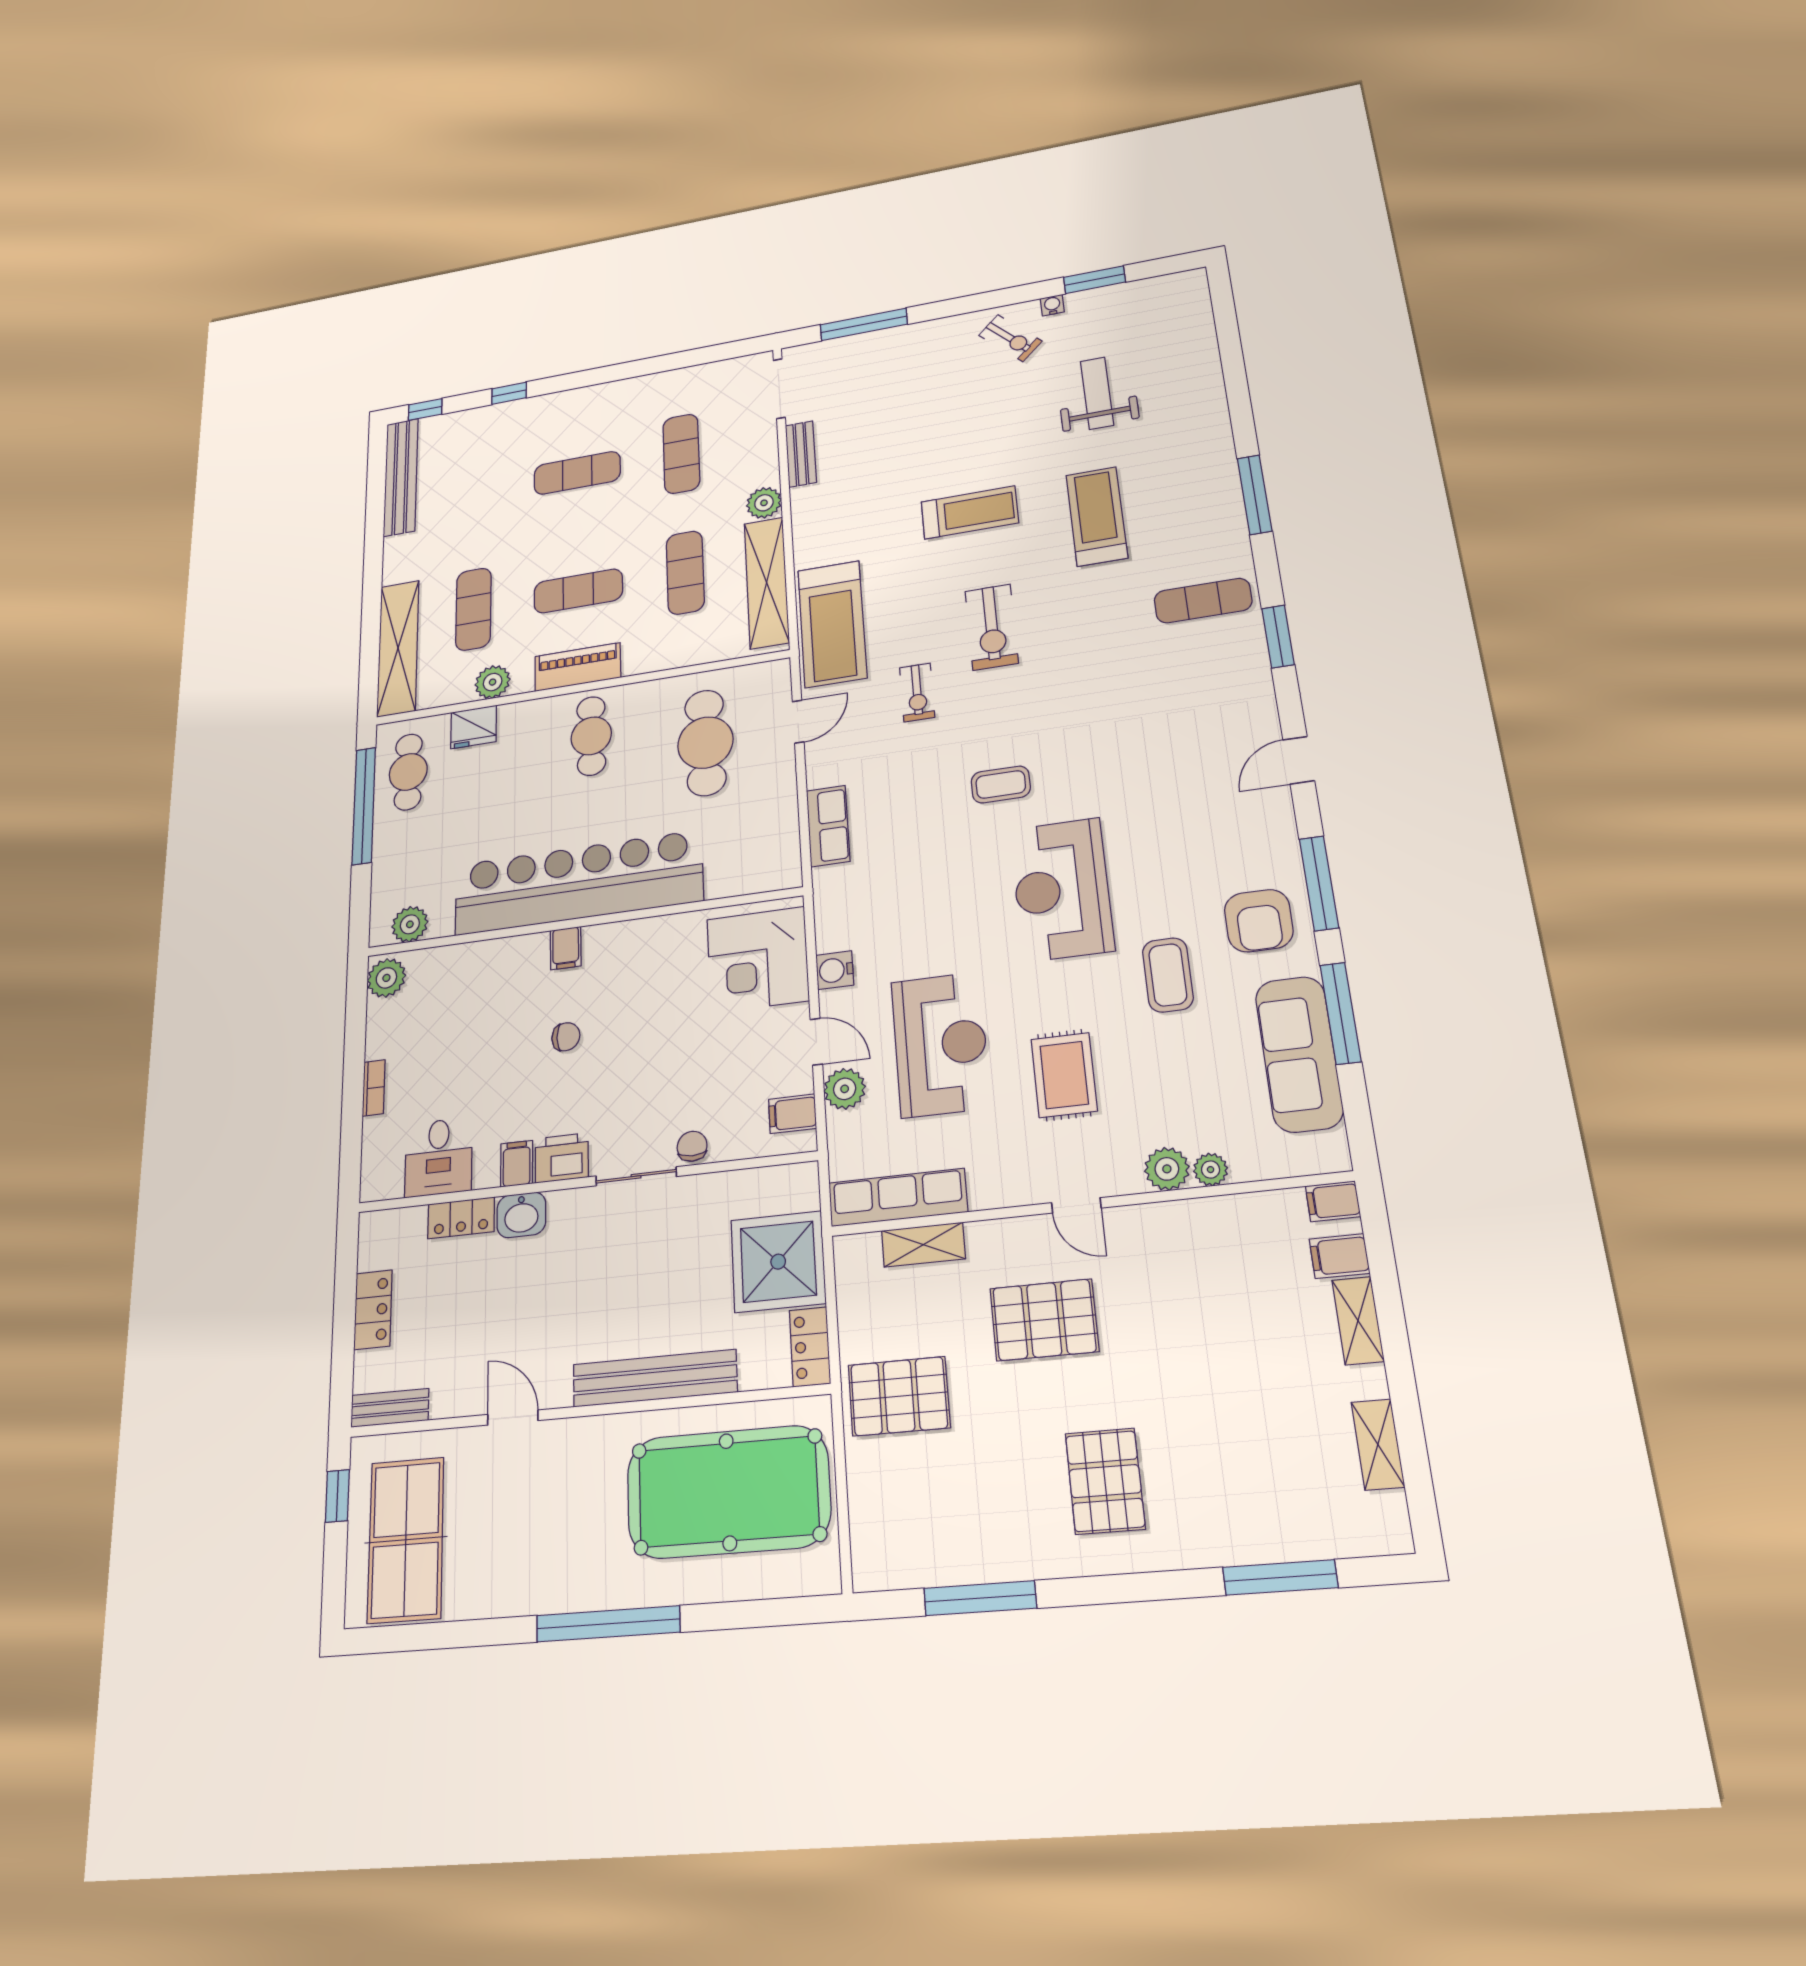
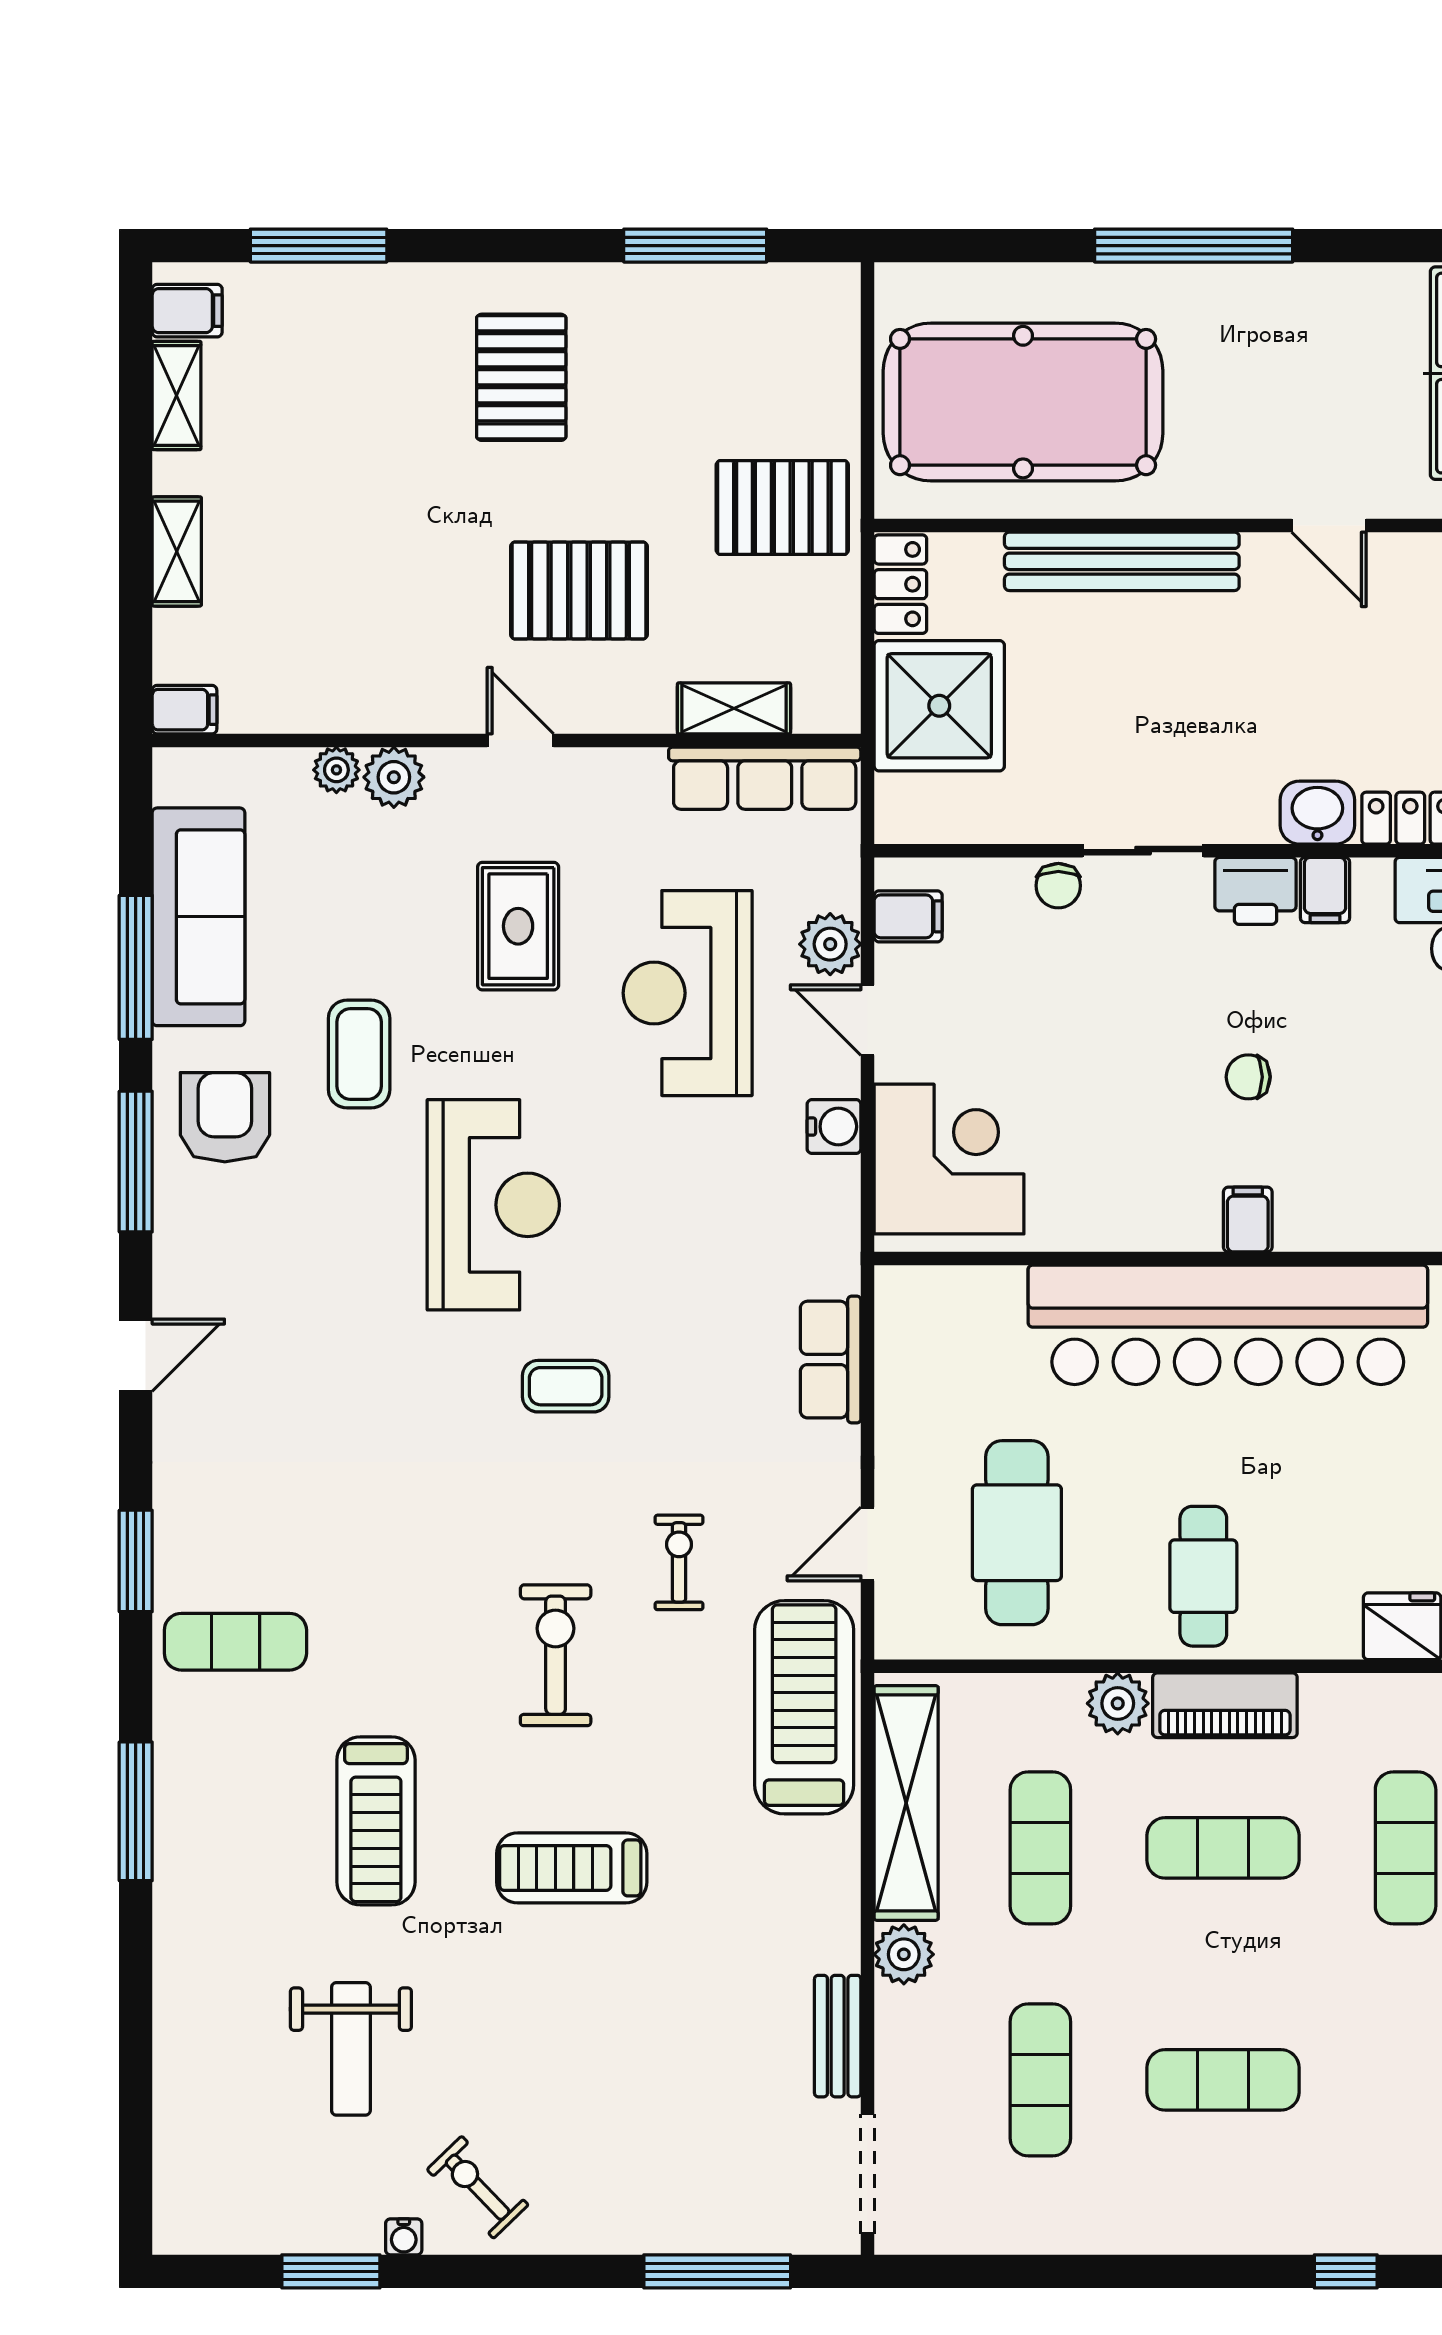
plant: (493, 682) -> (1118, 1703), moved
filing cabinet: (1339, 1256) -> (187, 311), moved

